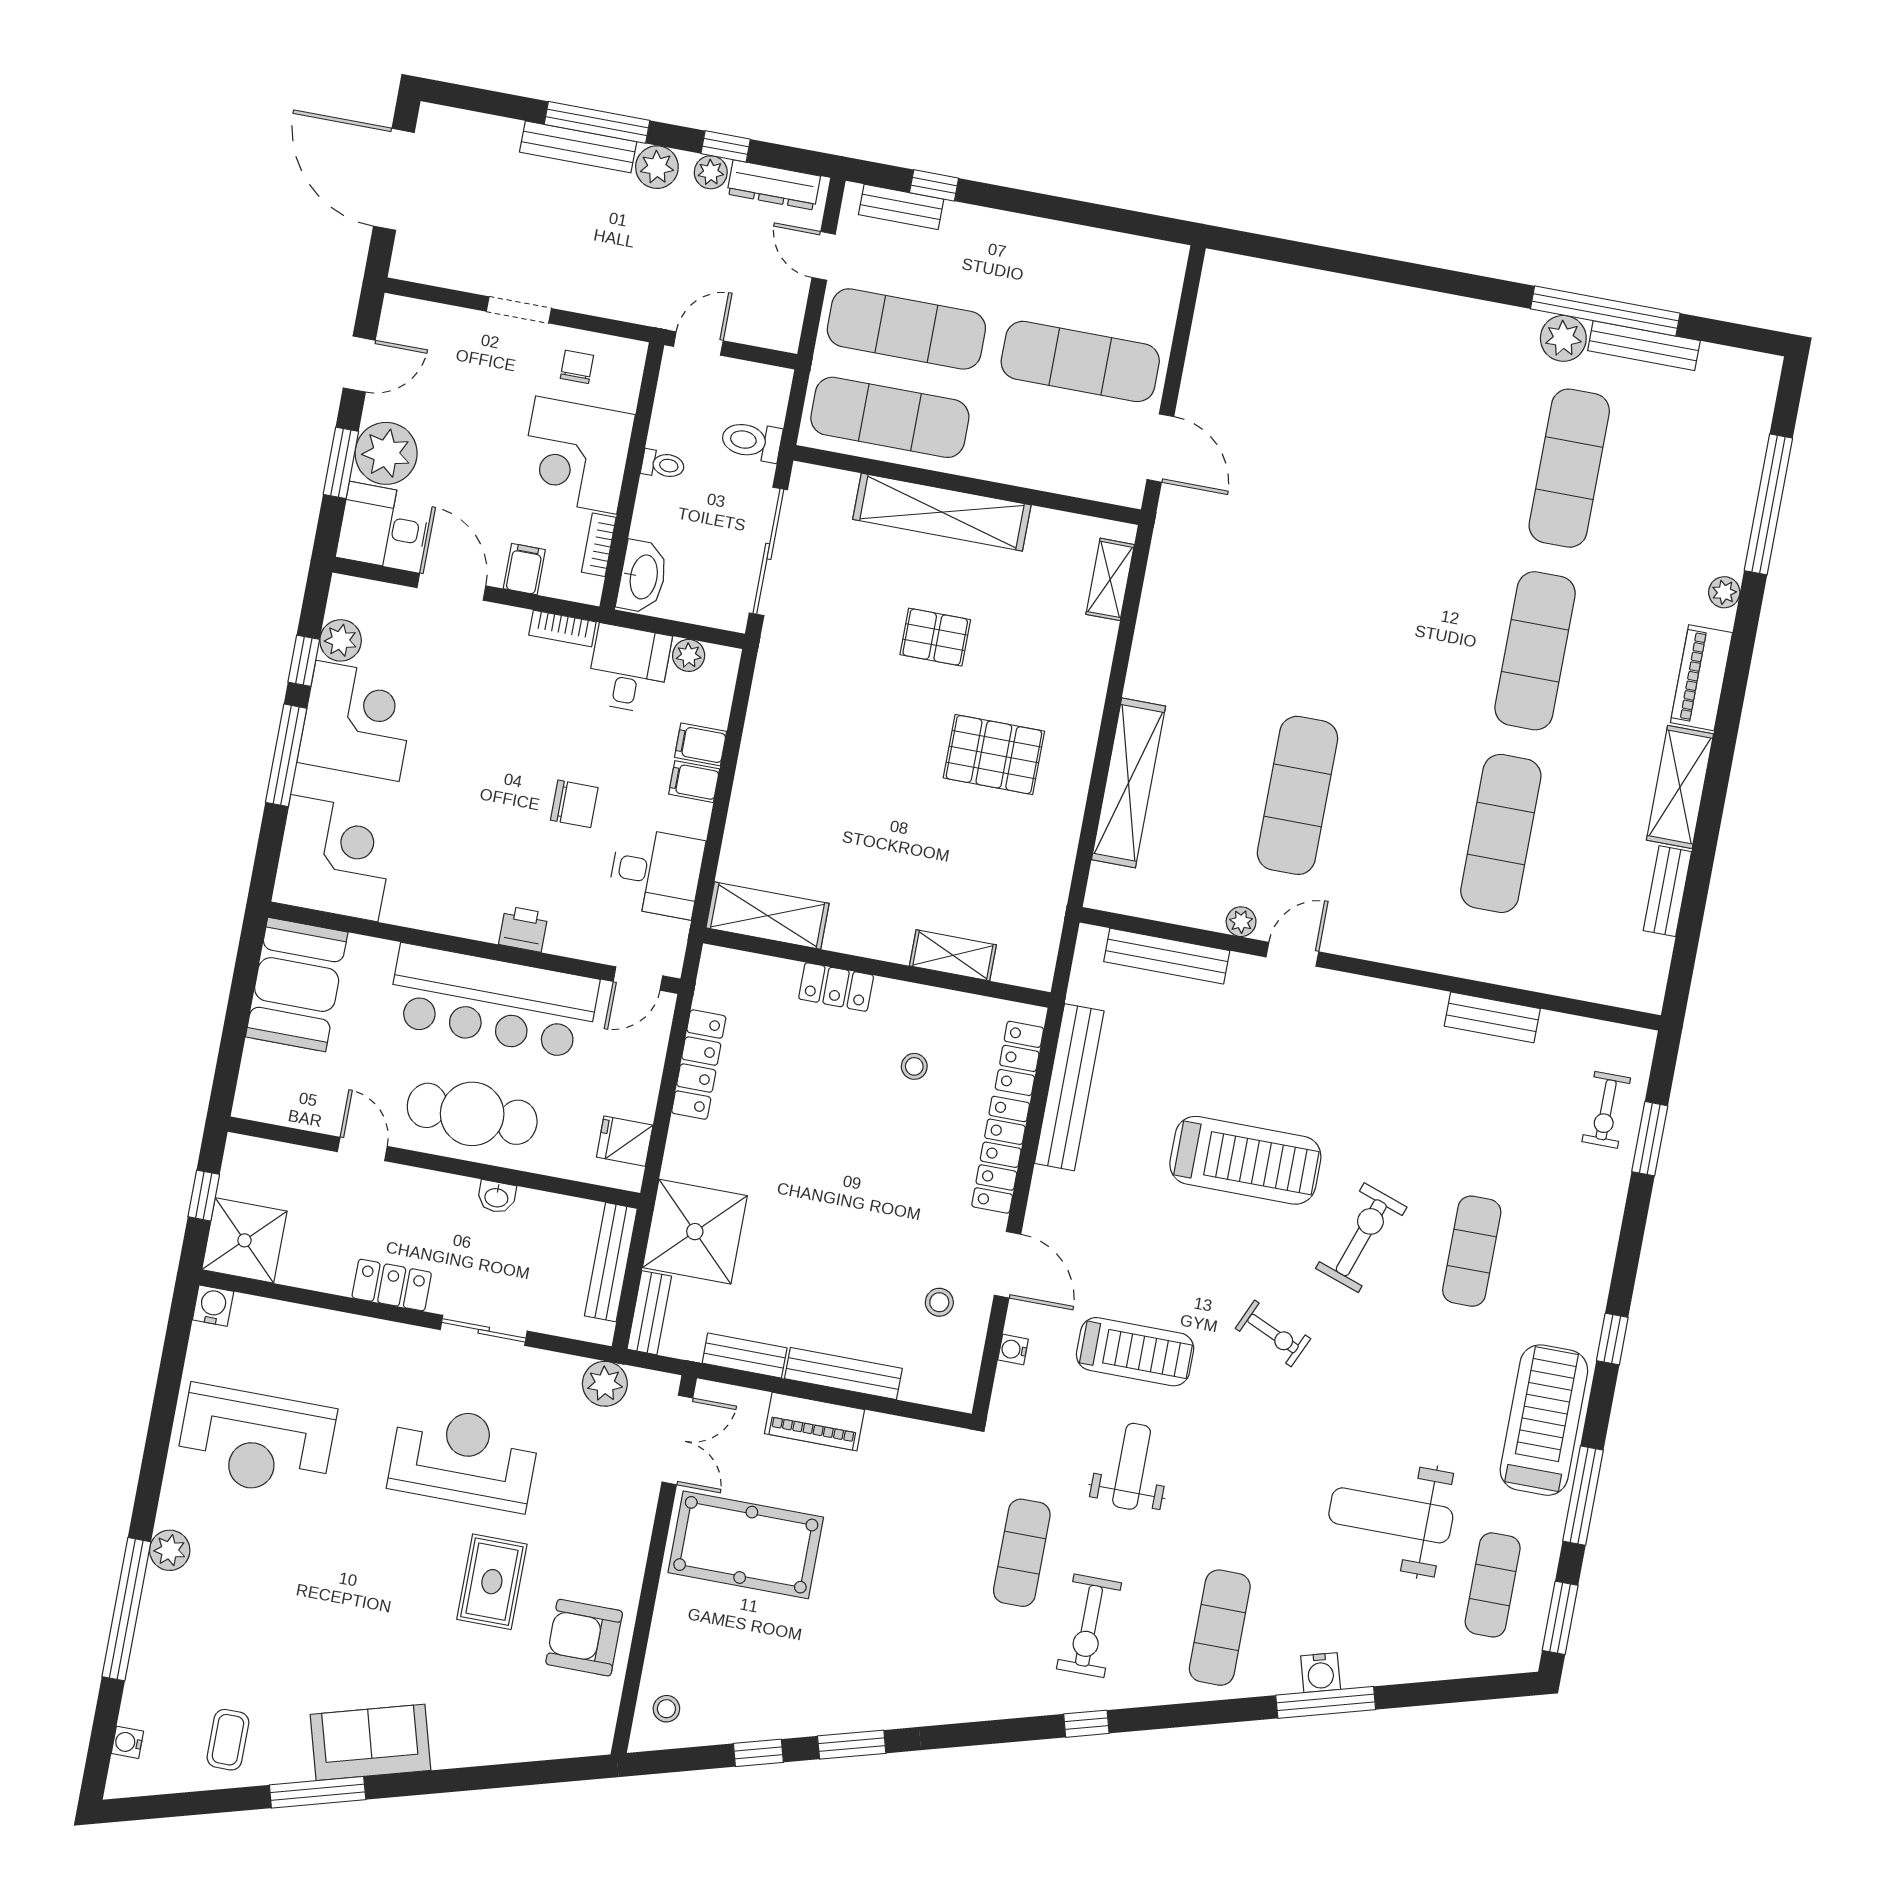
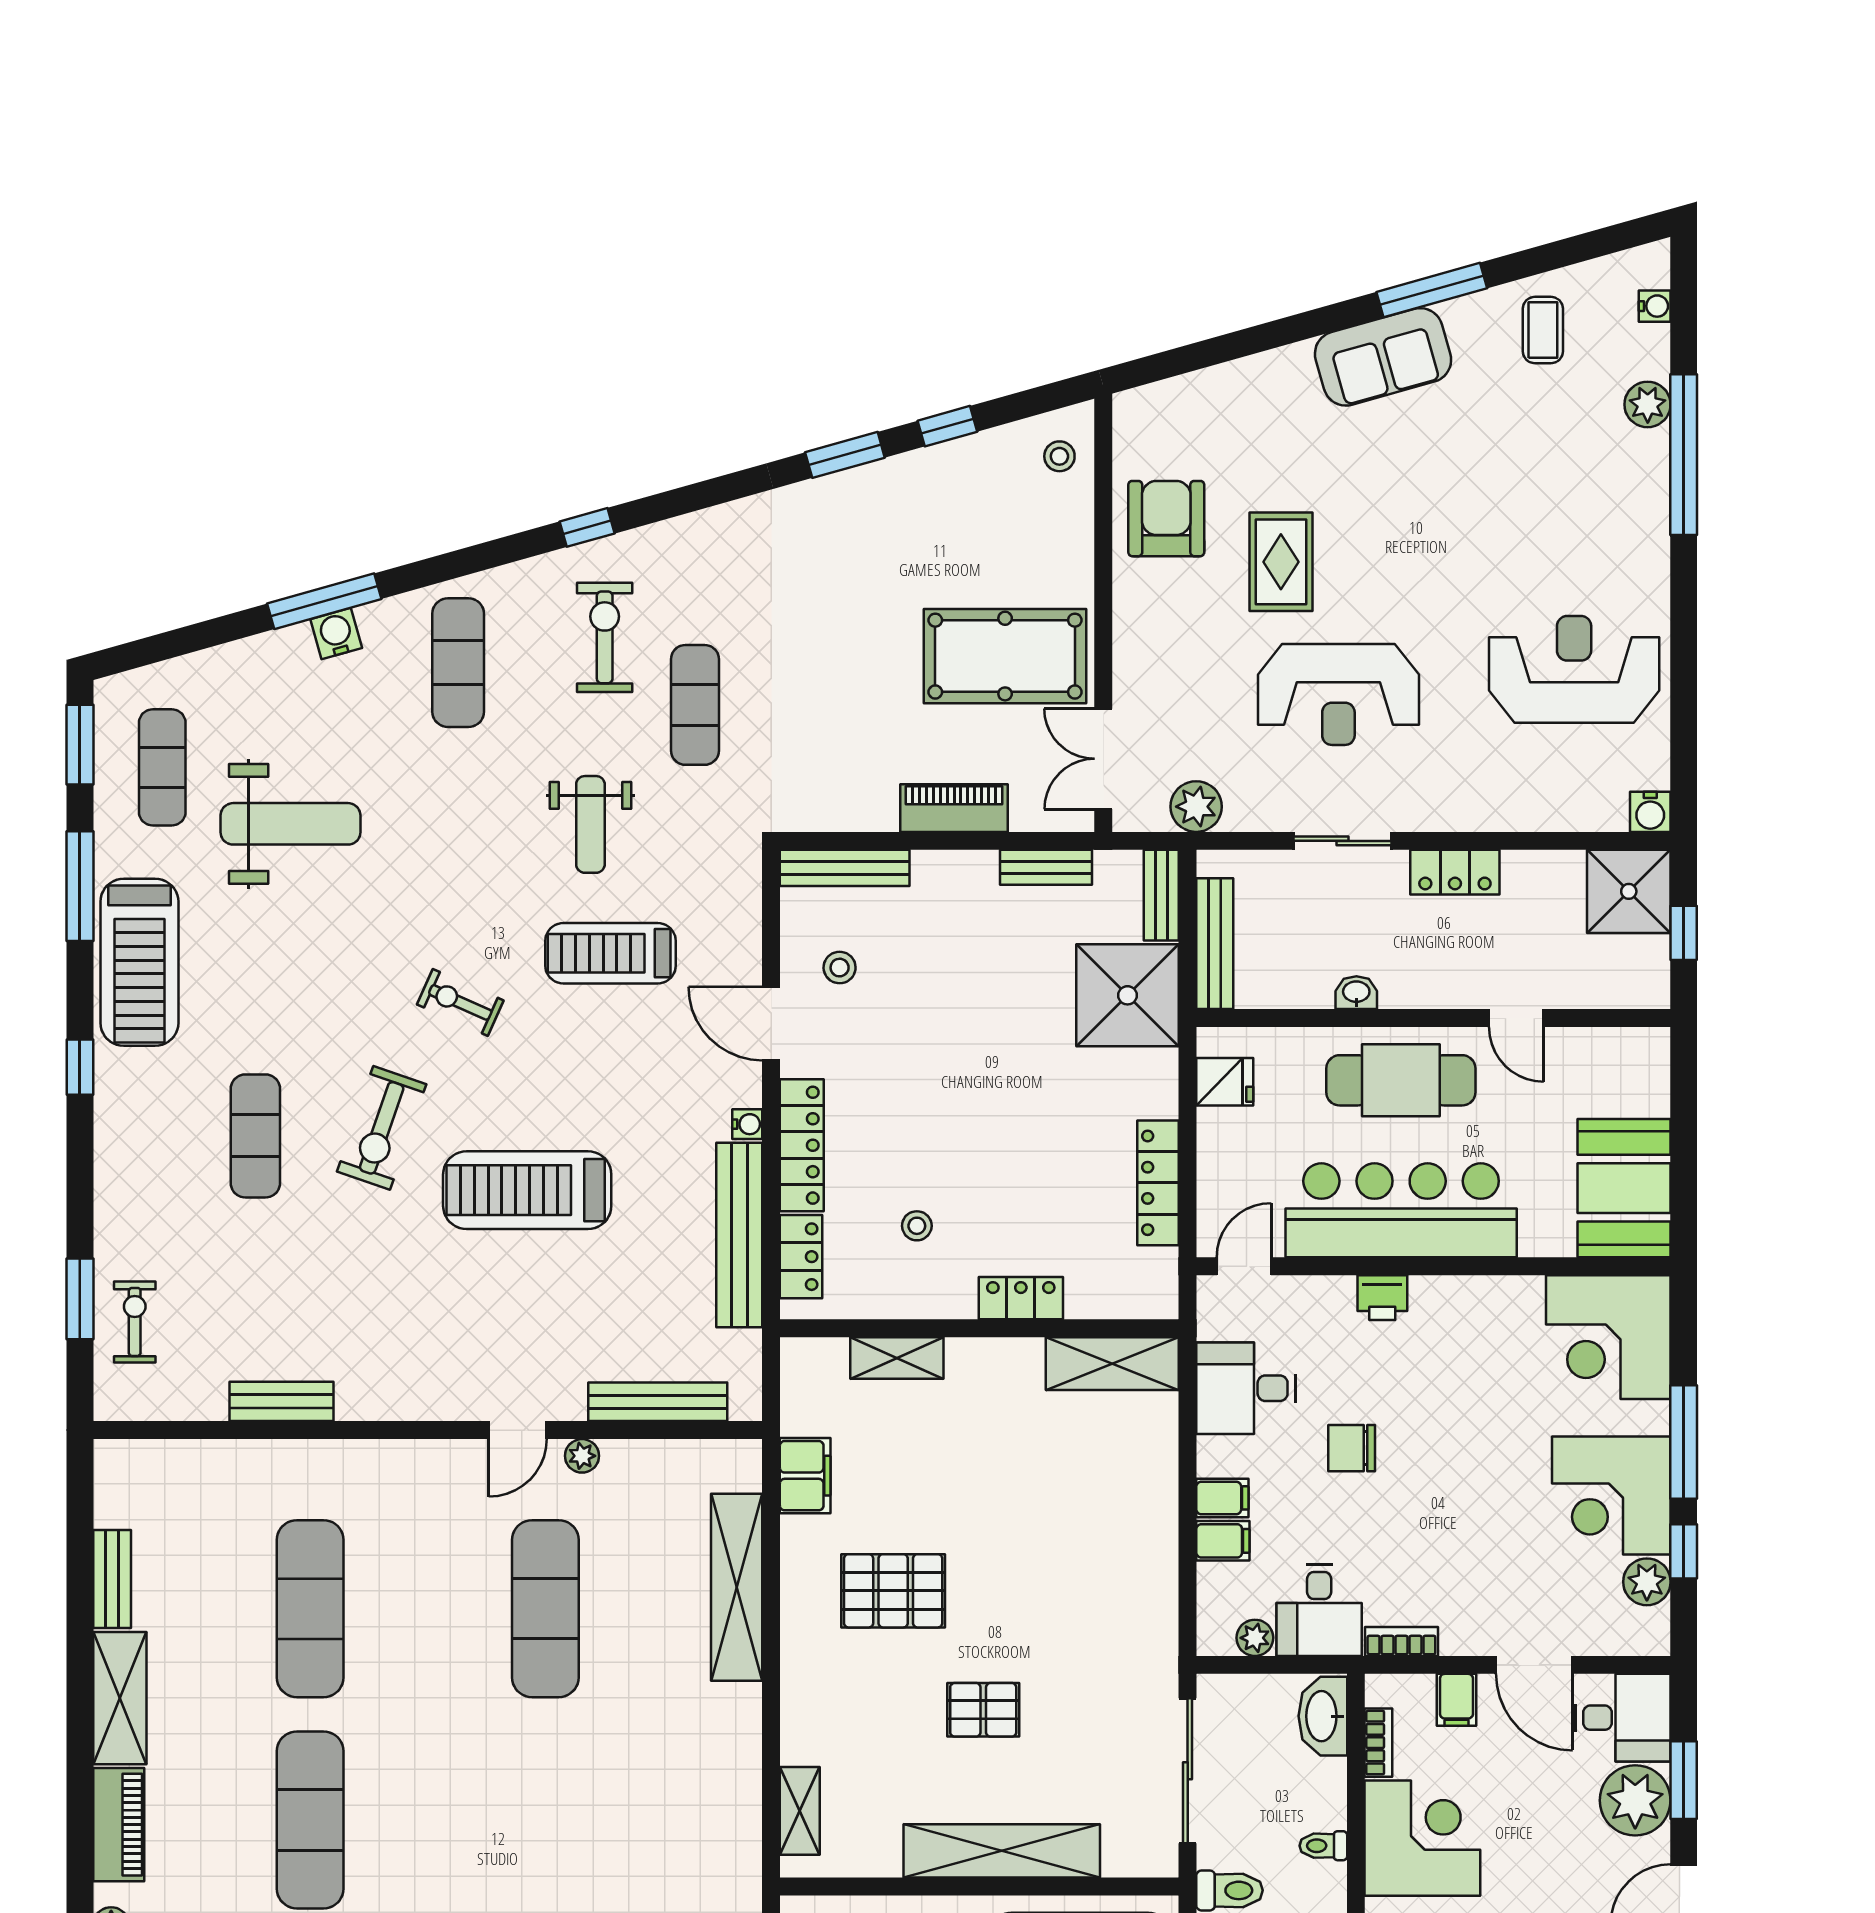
filing cabinet: (1051, 868) -> (805, 1476), added
water cooler: (1013, 1350) -> (747, 1124), moved
bench: (843, 1373) -> (845, 868), moved
plant: (170, 1550) -> (1648, 404), moved
armchair: (584, 1638) -> (1166, 519), turned -90

